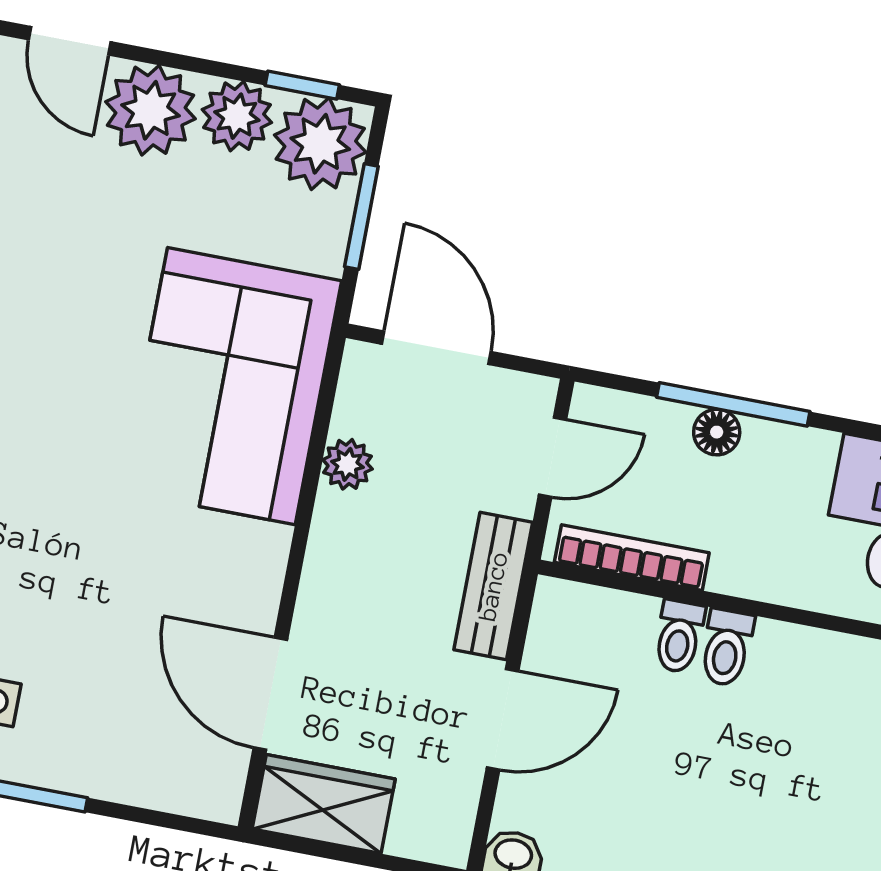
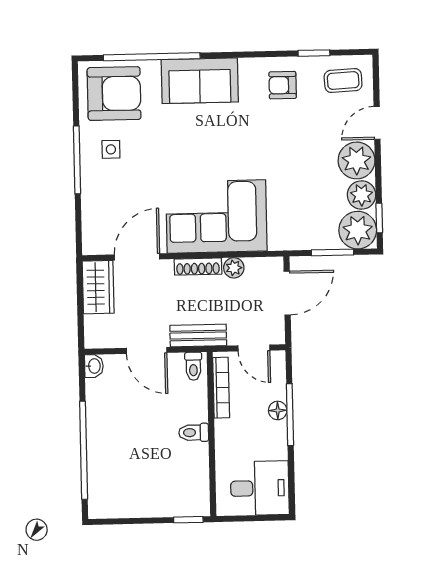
corner sofa: (231, 386) -> (216, 216), moved
shoe rack: (326, 551) -> (198, 267), added
toilet: (679, 636) -> (193, 366), moved, turned -90

